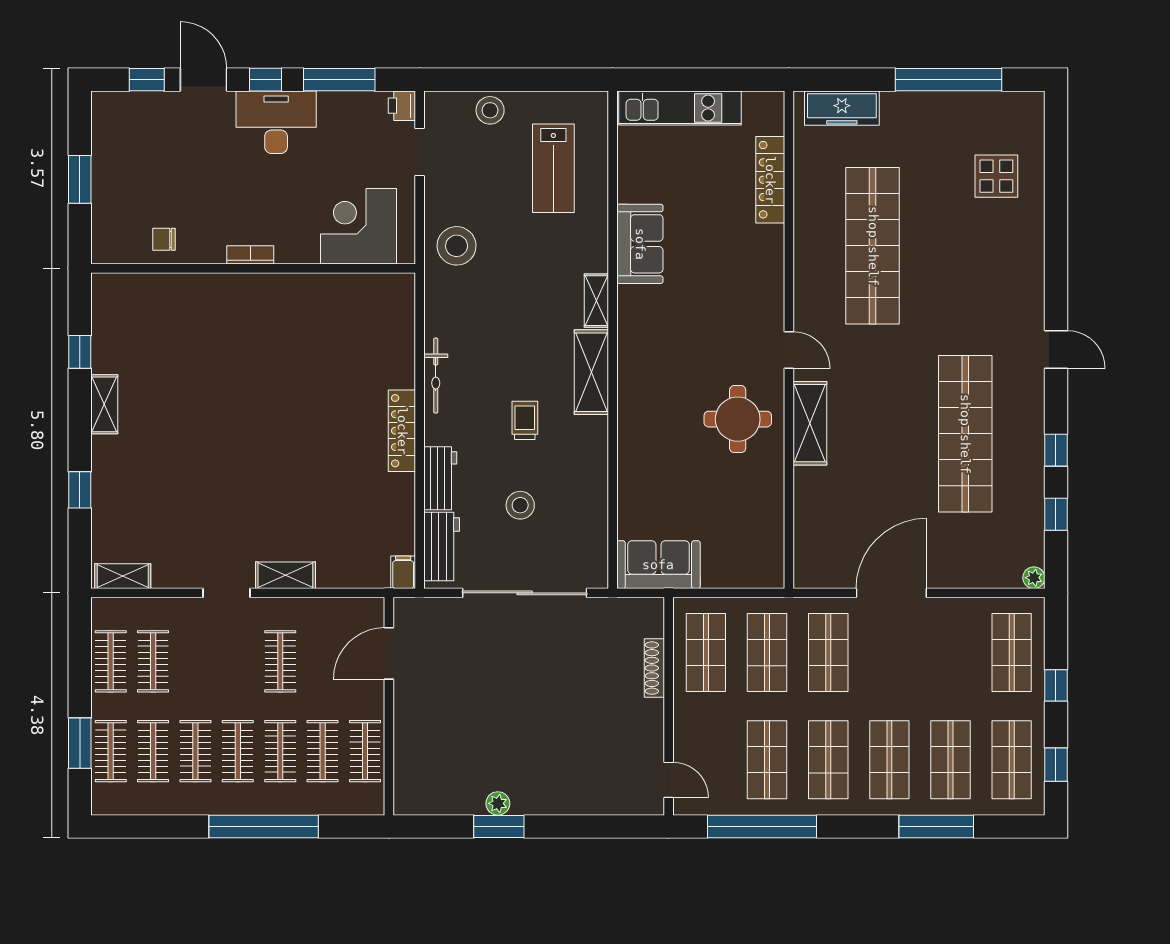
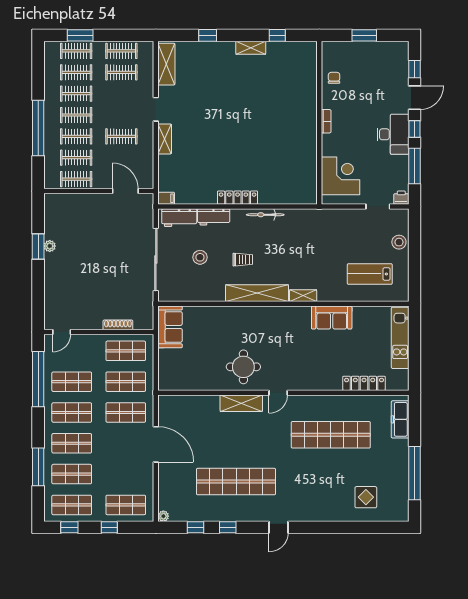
stool: (457, 246) -> (331, 225), removed
shelving: (591, 372) -> (257, 293), width x1.47
shelving: (123, 576) -> (166, 64), width x1.50, depth x1.33

